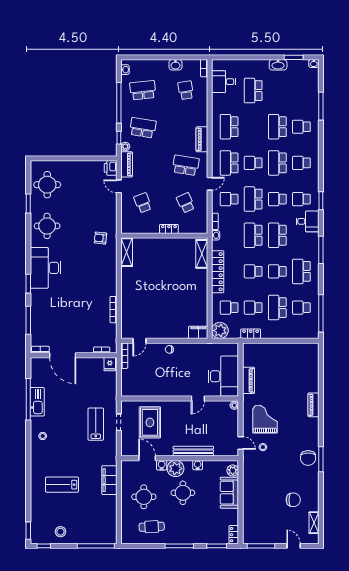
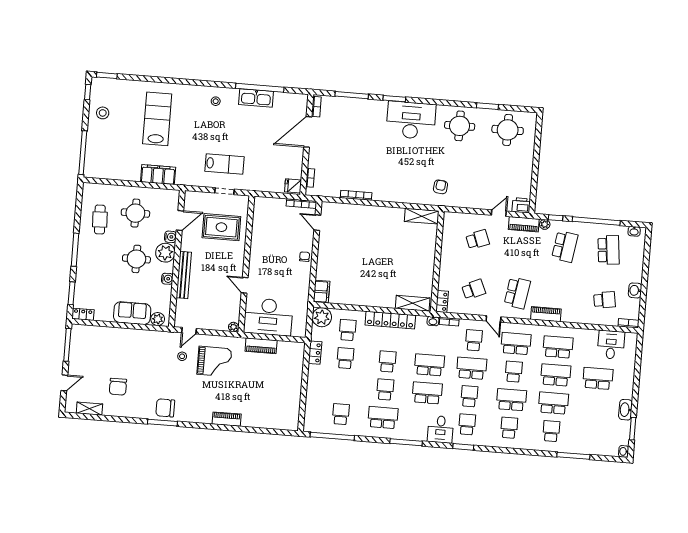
locker: (169, 229) -> (442, 302), moved
school desk: (277, 308) -> (556, 375), moved
lab bench: (62, 485) -> (157, 119), width x1.36, depth x1.39

